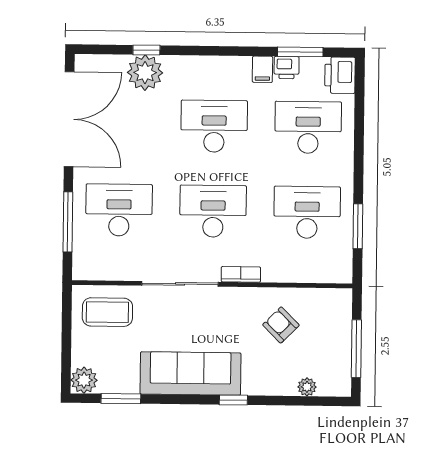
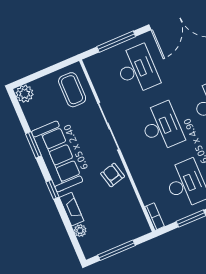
bookcase: (241, 274) -> (155, 217), moved
armchair: (281, 325) -> (113, 175), moved, turned -60
fireplace: (272, 386) -> (72, 209), added
window: (121, 399) -> (33, 145), moved

